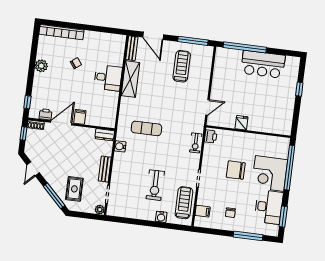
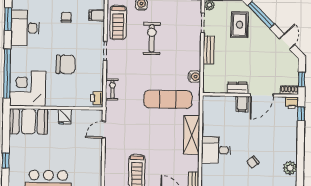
plant: (41, 66) -> (290, 168), moved
shelving: (130, 79) -> (192, 135), moved
printer: (46, 114) -> (292, 103), moved
booth: (275, 122) -> (28, 121), added
exercise mat: (146, 128) -> (168, 99), width x1.36, depth x1.45
dresser: (105, 135) -> (237, 88), moved
corner desk: (270, 174) -> (28, 88), moved, turned -90

